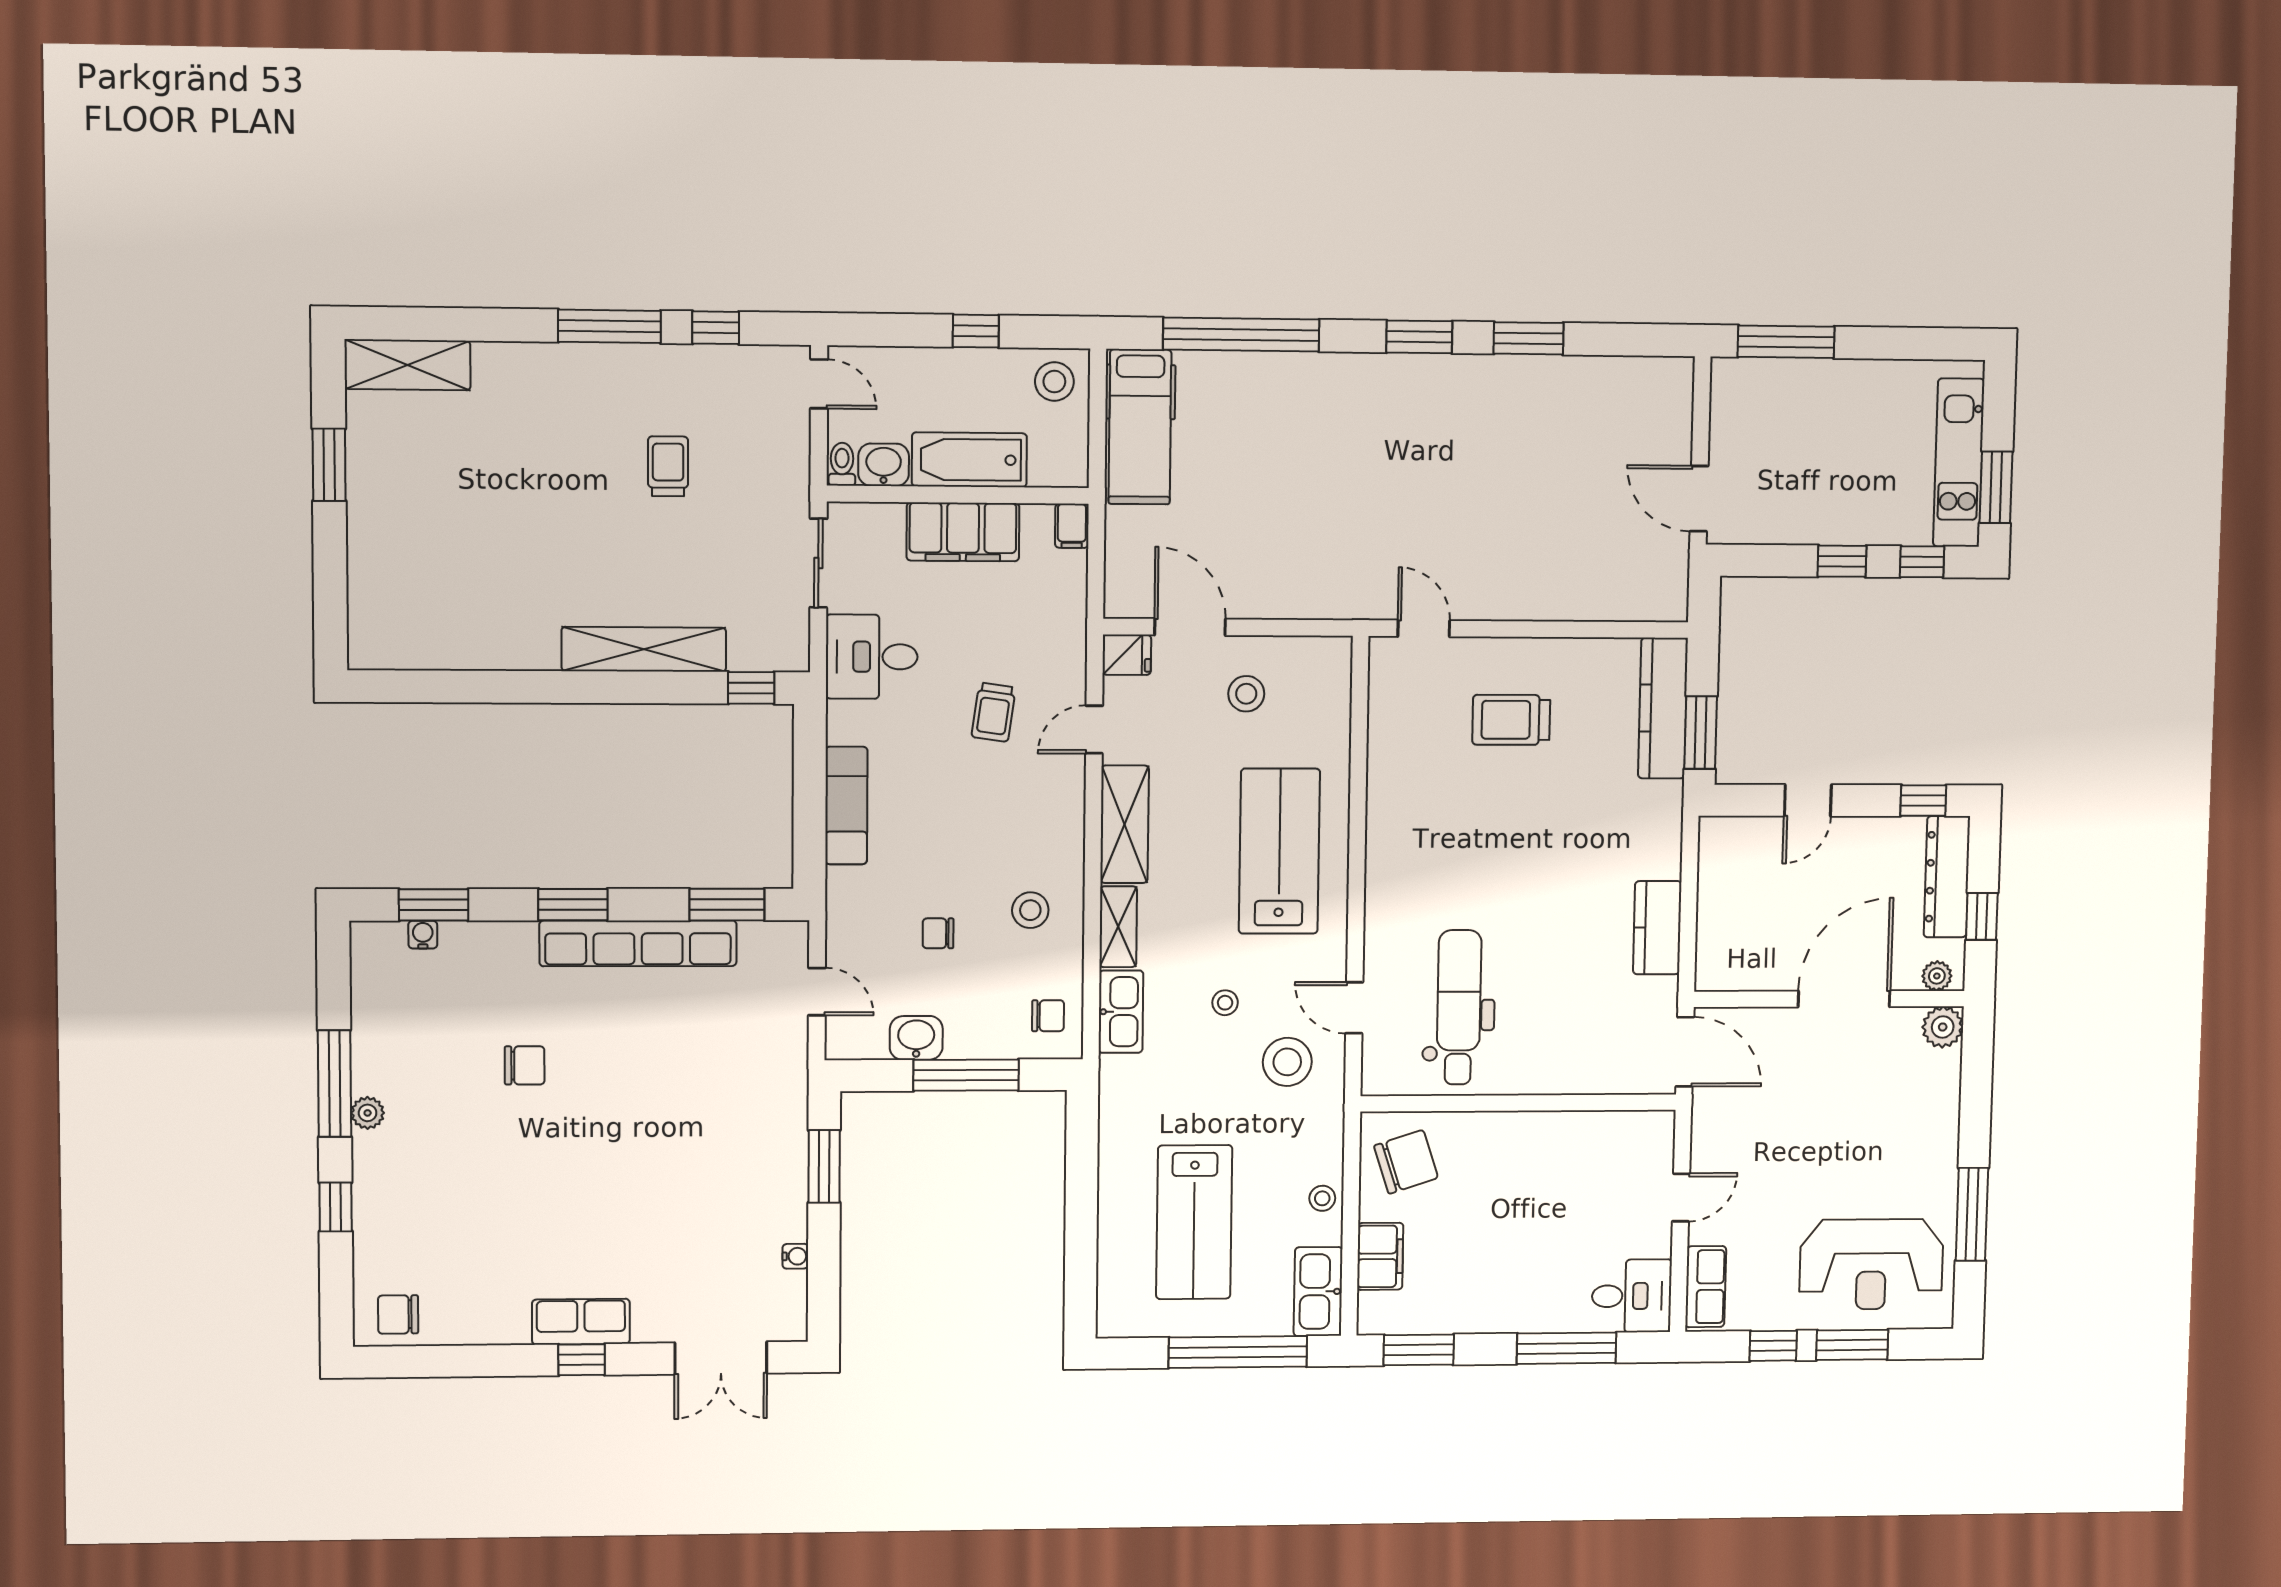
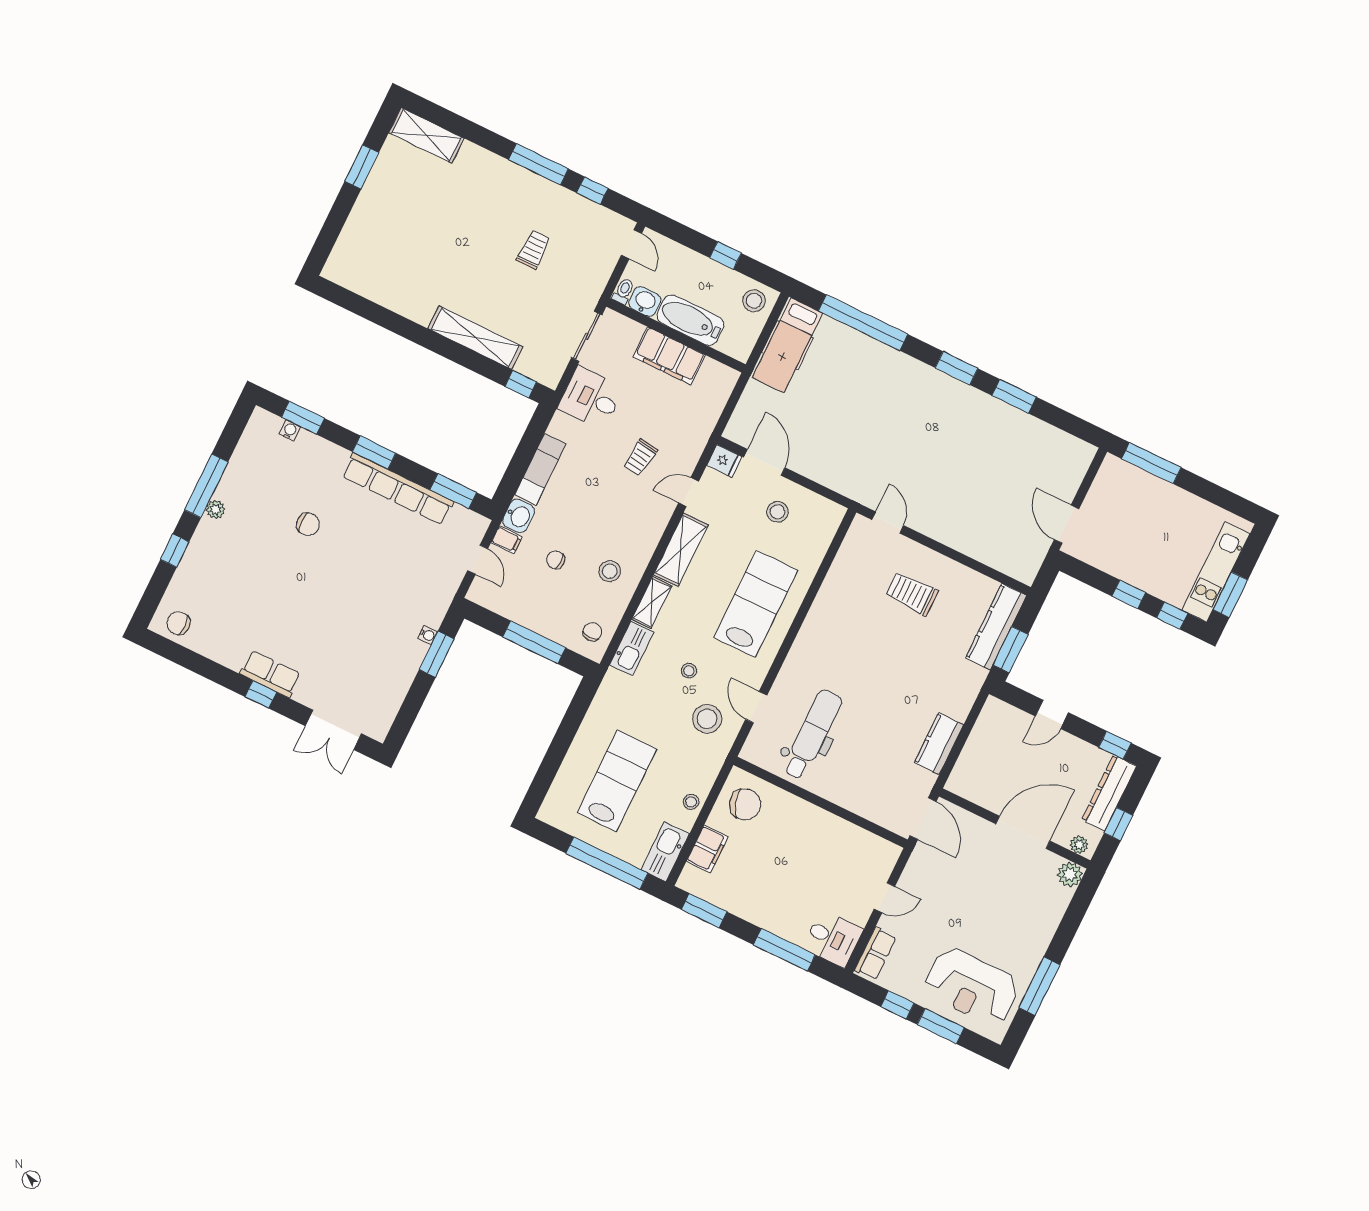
filing cabinet: (1072, 526) -> (507, 540), moved, turned -90
chair: (1048, 1016) -> (592, 632), turned -90
washbasin: (916, 1038) -> (519, 516), moved, turned 90
lab bench: (1194, 1222) -> (617, 781), turned 180
water cooler: (795, 1256) -> (428, 635), moved

